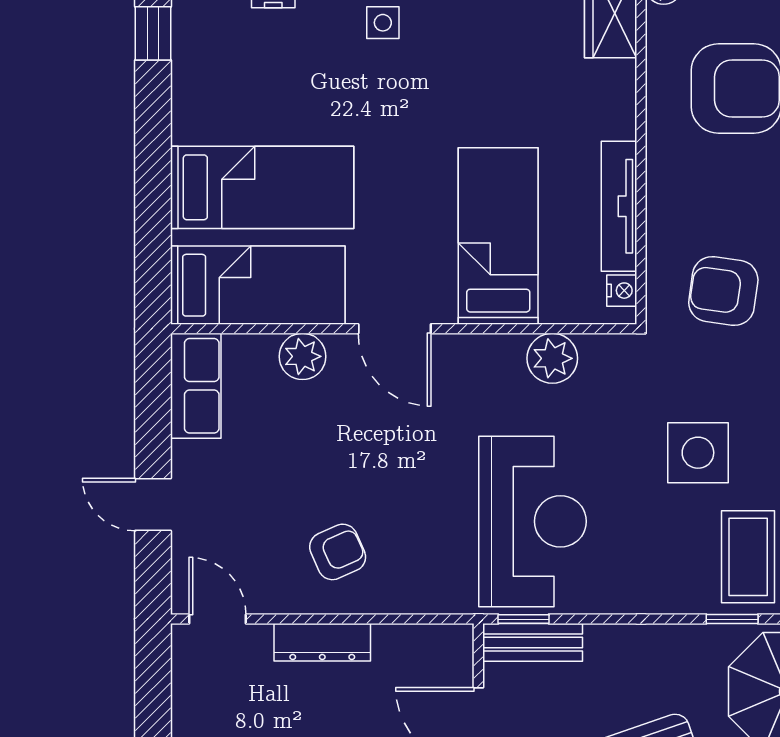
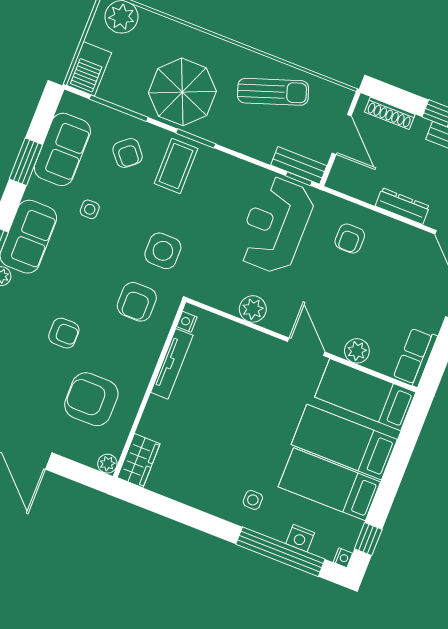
bed: (498, 236) -> (329, 484), moved, turned 90
armchair: (723, 291) -> (137, 302), turned 82
plant: (552, 358) -> (253, 309), moved
side table: (698, 453) -> (163, 251), moved
armchair: (338, 552) -> (350, 239), moved, turned -66
window: (732, 619) -> (196, 138), width x1.50

